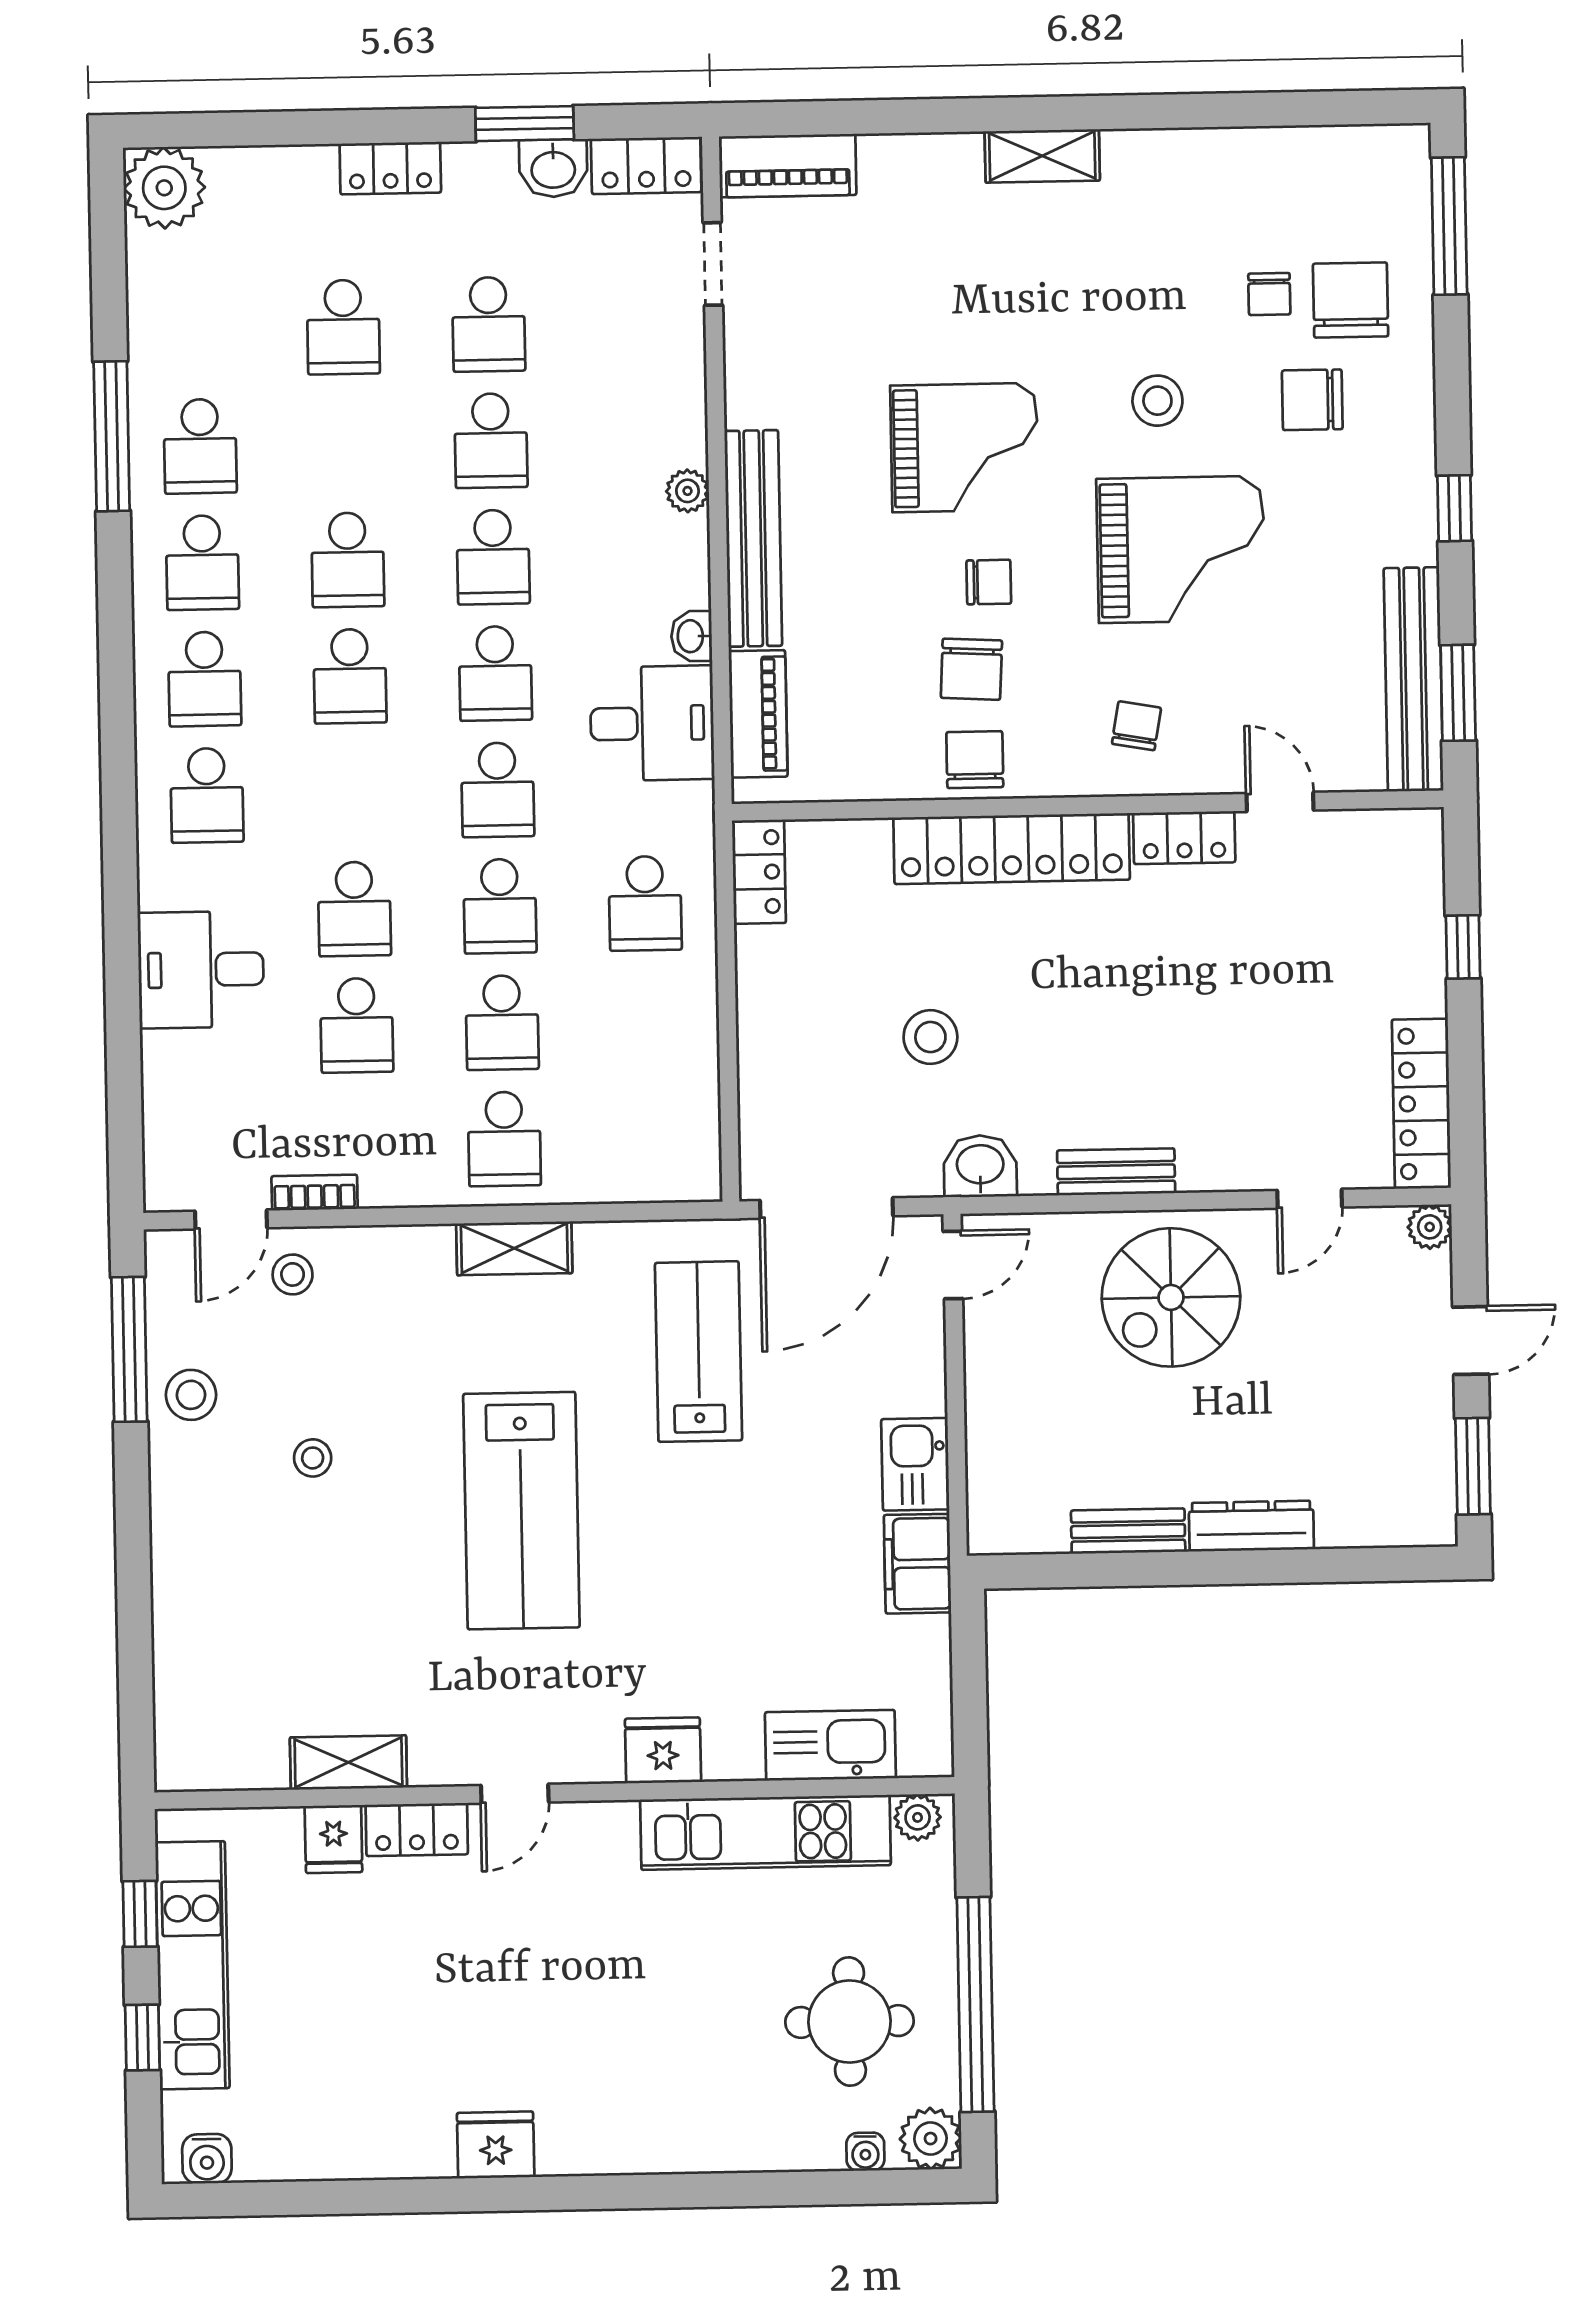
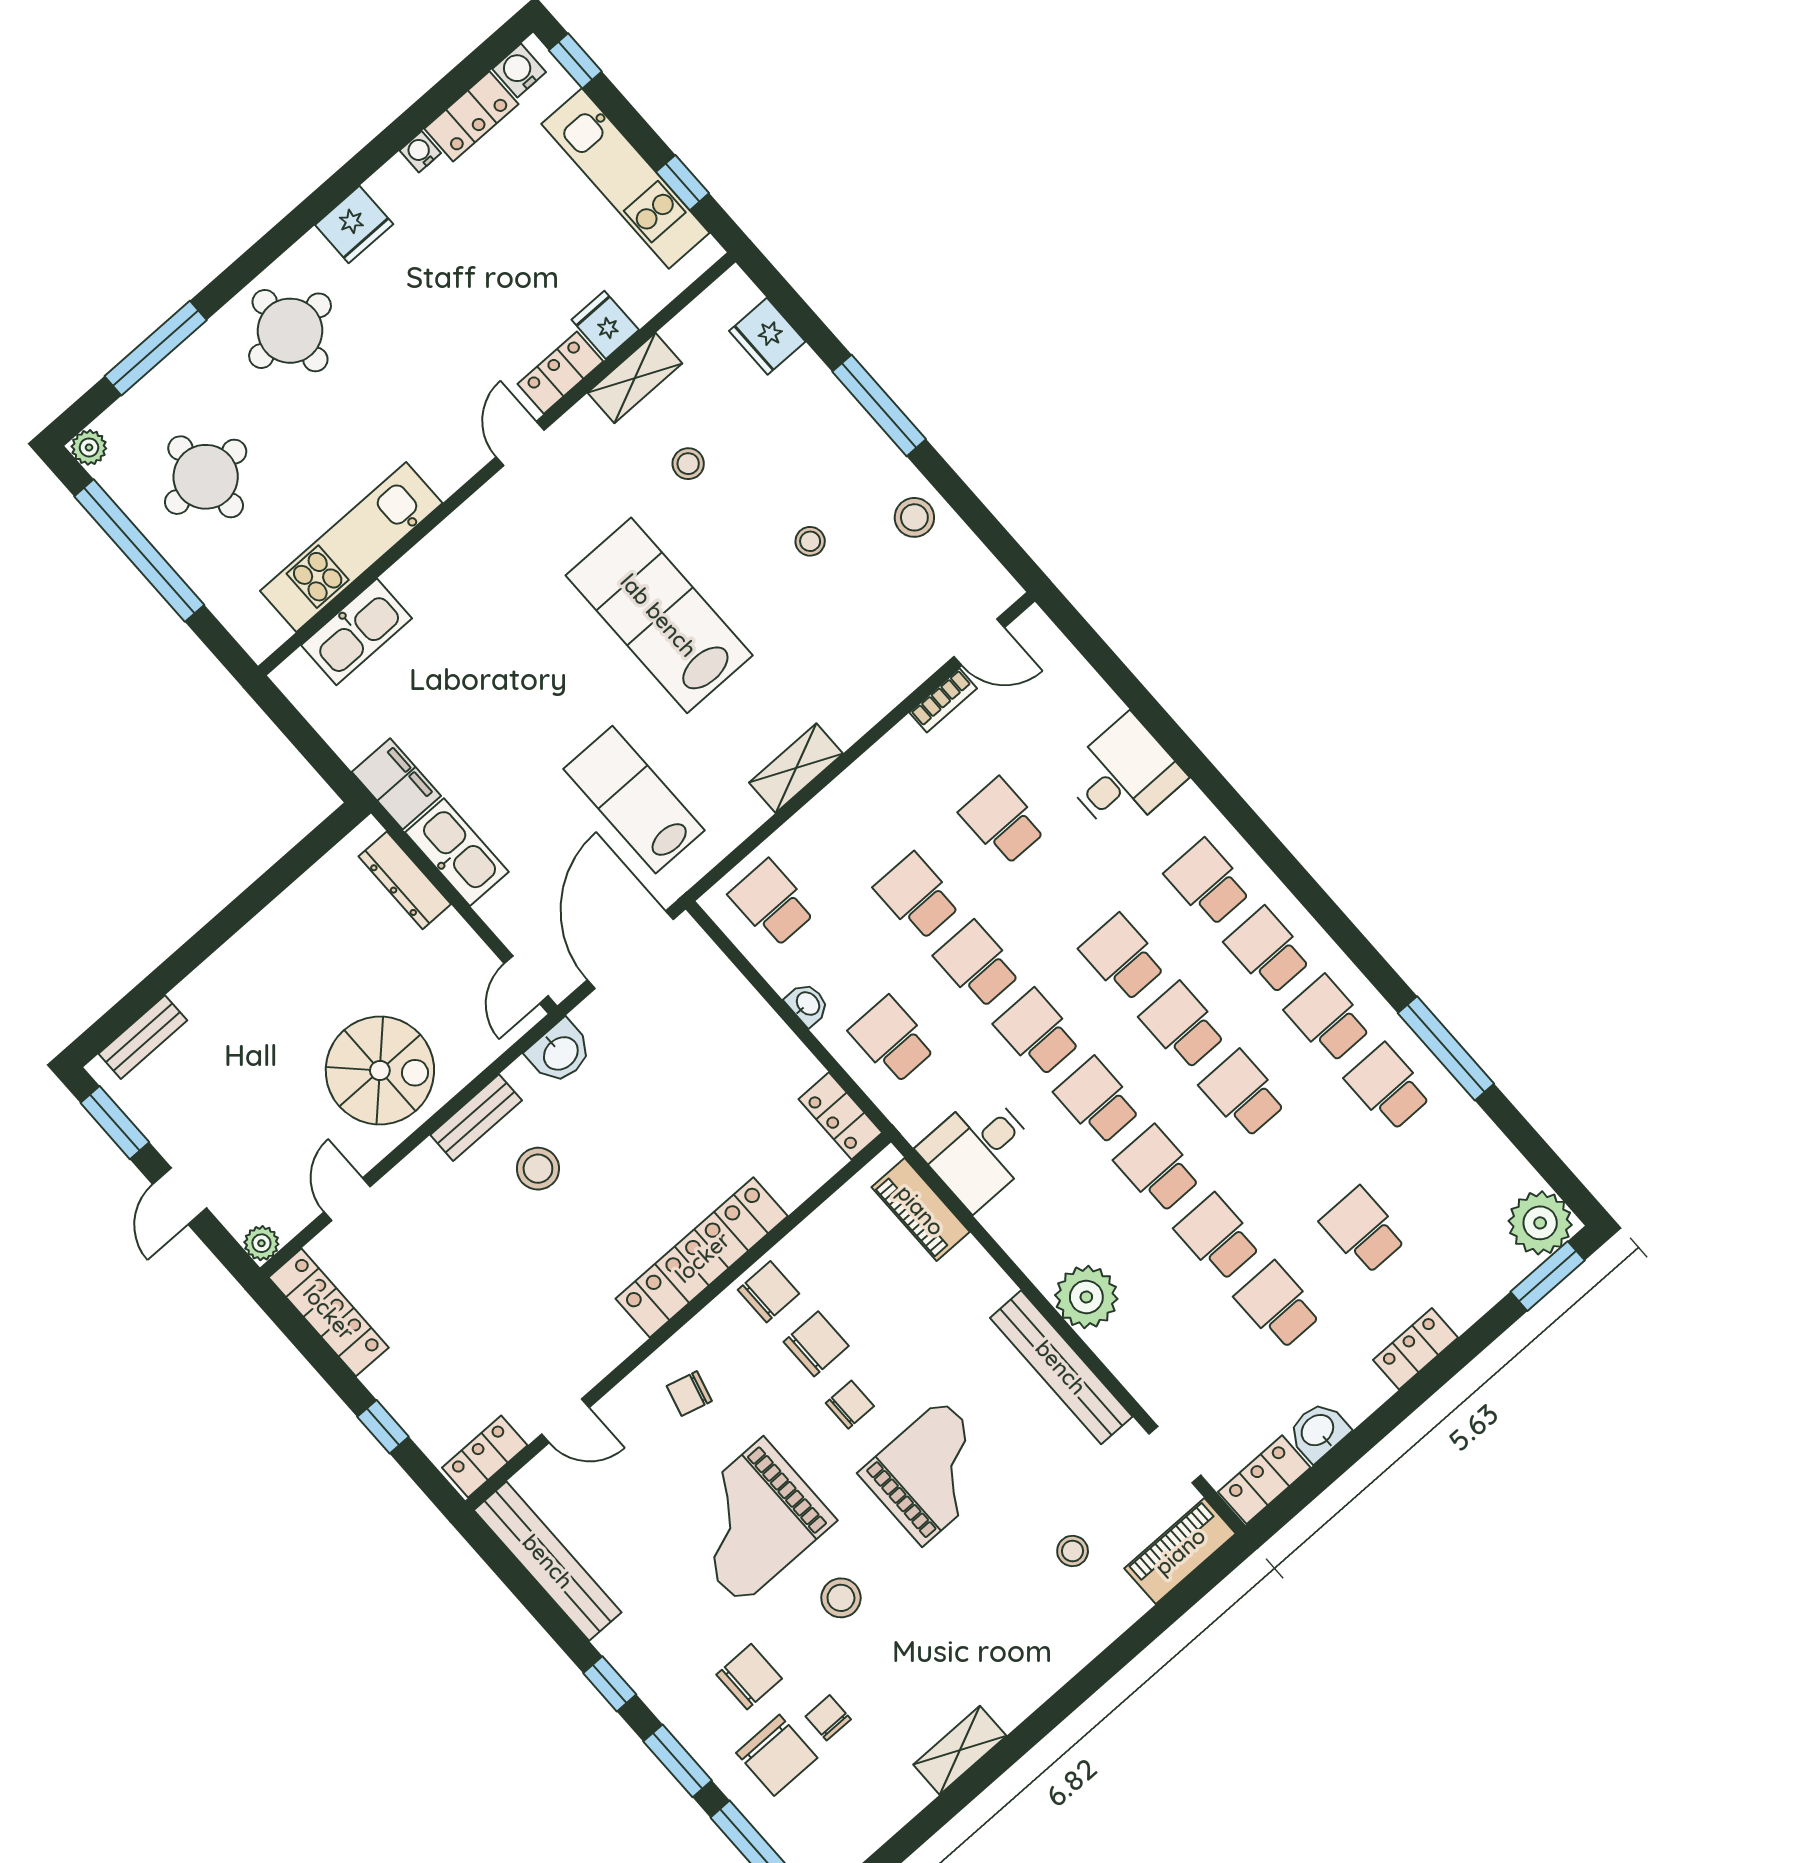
window: (525, 124) -> (1548, 1276), moved
shelving: (1042, 156) -> (960, 1750), moved
stool: (893, 255) -> (1073, 1551), added
grand piano: (964, 448) -> (932, 1472), turned 180
plant: (687, 491) -> (1086, 1297), width x1.88, depth x1.88
bench: (753, 538) -> (1061, 1367), moved
chair: (989, 582) -> (850, 1405), turned 180
washbasin: (692, 636) -> (807, 1004), moved
chair: (971, 669) -> (816, 1344), turned 87
window: (1458, 693) -> (678, 1761), moved
chair: (1136, 726) -> (689, 1394), turned 95
chair: (975, 760) -> (768, 1292), turned -90
locker: (1184, 838) -> (485, 1457), moved
school desk: (354, 909) -> (1123, 958), moved
stool: (930, 1037) -> (538, 1169), moved
school desk: (504, 1139) -> (772, 903), moved
door: (231, 1219) -> (979, 642), swing flipped
stool: (293, 1274) -> (688, 464), moved
spiral stairs: (1171, 1297) -> (380, 1071), turned 90
window: (129, 1349) -> (879, 405), moved
lab bench: (699, 1352) -> (634, 800), turned 180
kitchen sink: (915, 1464) -> (457, 852), width x1.38
dresser: (1251, 1526) -> (405, 880), moved, turned 90
bench: (1128, 1531) -> (143, 1037), moved
fridge: (663, 1750) -> (767, 336), moved, turned 90
plant: (918, 1817) -> (268, 633), removed
window: (142, 2037) -> (575, 61), moved
round table: (646, 2094) -> (290, 331), added
plant: (931, 2139) -> (89, 447), width x0.73, depth x0.73
water cooler: (865, 2152) -> (420, 152), moved
locker: (291, 2154) -> (471, 116), added
window: (792, 2189) -> (156, 348), added

